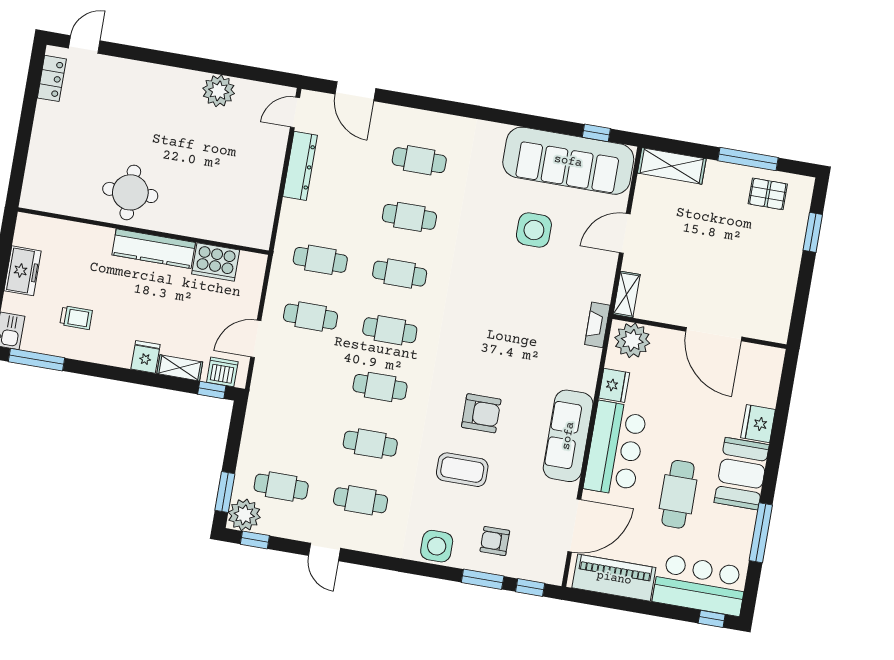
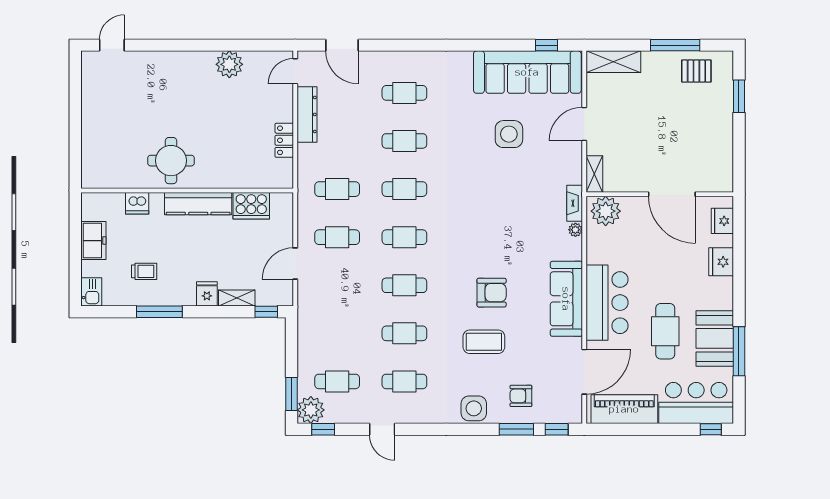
locker: (52, 78) -> (284, 140), moved, turned 180
plant: (593, 356) -> (575, 230), added
window: (37, 360) -> (159, 312), moved
dishwasher: (222, 372) -> (137, 203), moved, turned 180
fridge: (614, 385) -> (722, 221), moved, turned 180
booth: (742, 474) -> (715, 338), moved

